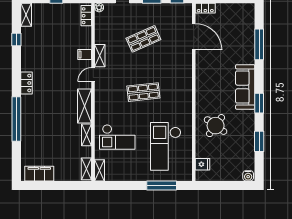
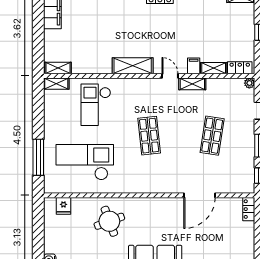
door: (194, 37) -> (199, 195), moved
shop shelf: (143, 39) -> (212, 136), turned 33
round table: (216, 126) -> (109, 221), turned 34
shelving: (86, 135) -> (214, 68), moved

